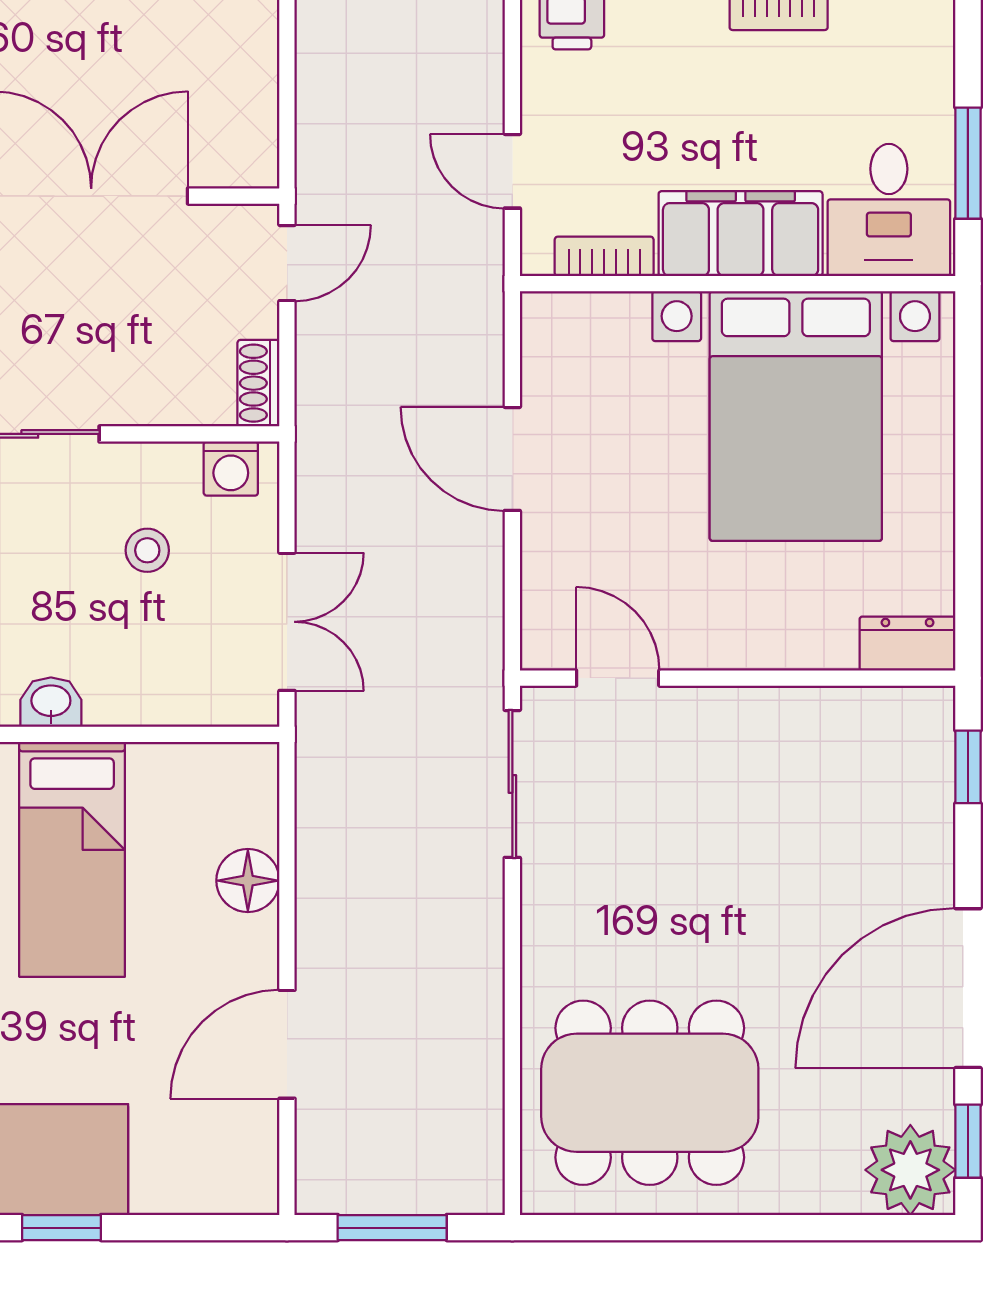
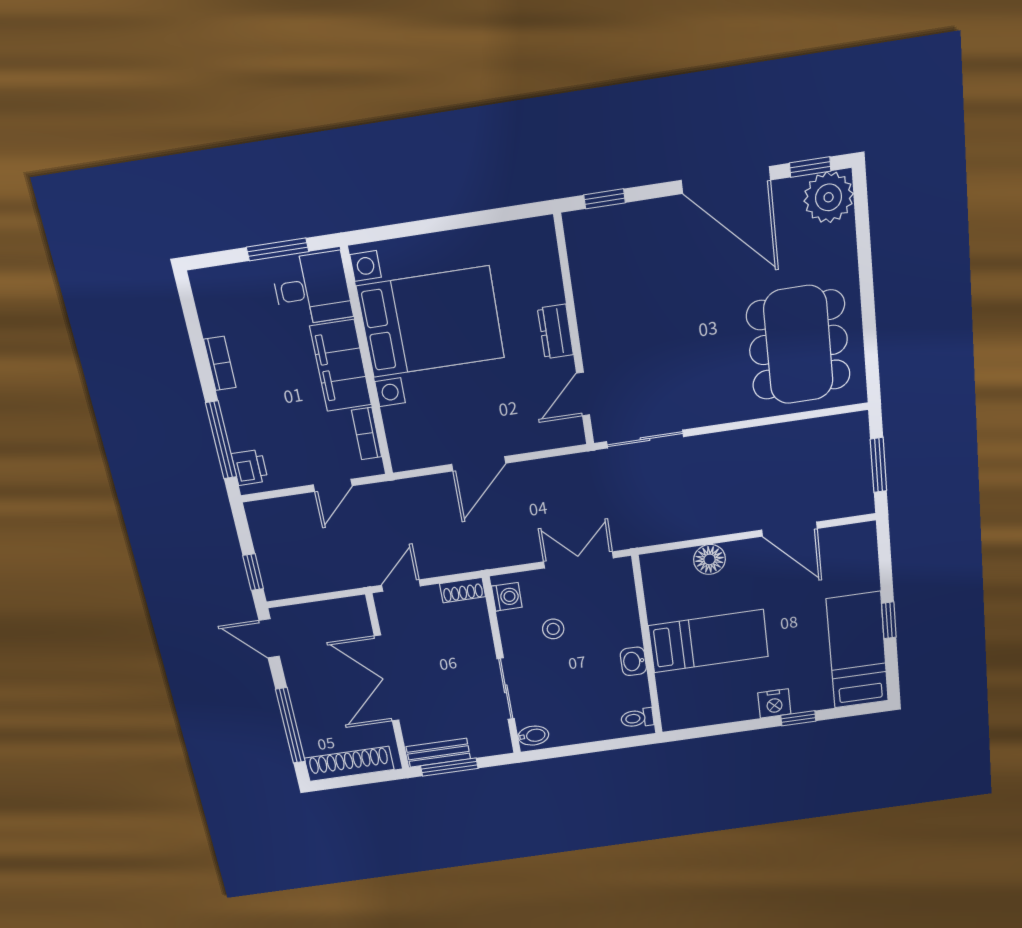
door: (287, 263) -> (401, 586), hinge flipped
dresser: (908, 644) -> (555, 331), moved

